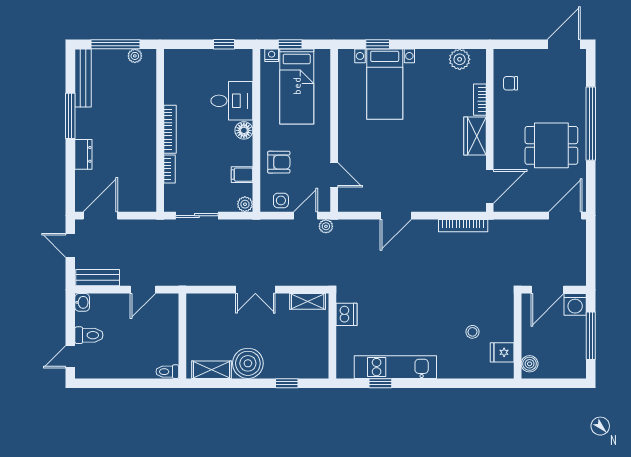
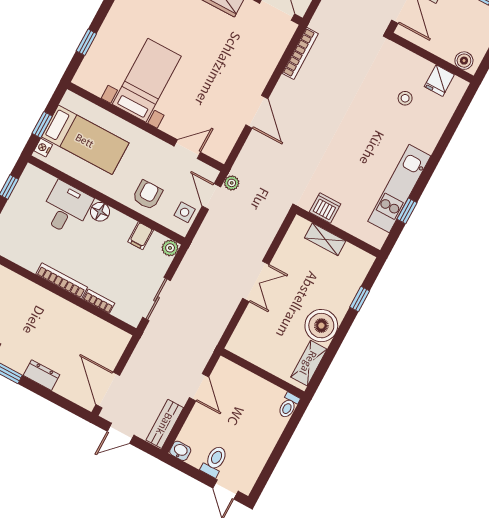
bed with nightstands: (385, 84) -> (147, 80), moved, turned -90
shelving: (308, 301) -> (325, 239), moved, turned 90

